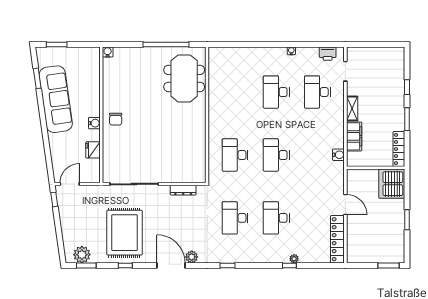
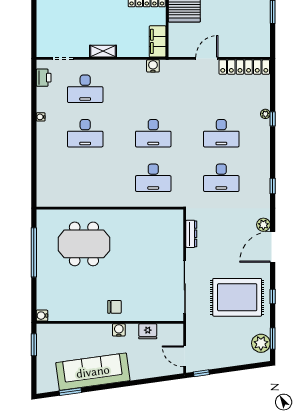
window: (57, 45) -> (34, 345), moved
meeting table: (184, 78) -> (84, 244), moved
filing cabinet: (354, 136) -> (158, 41), moved, turned -90

